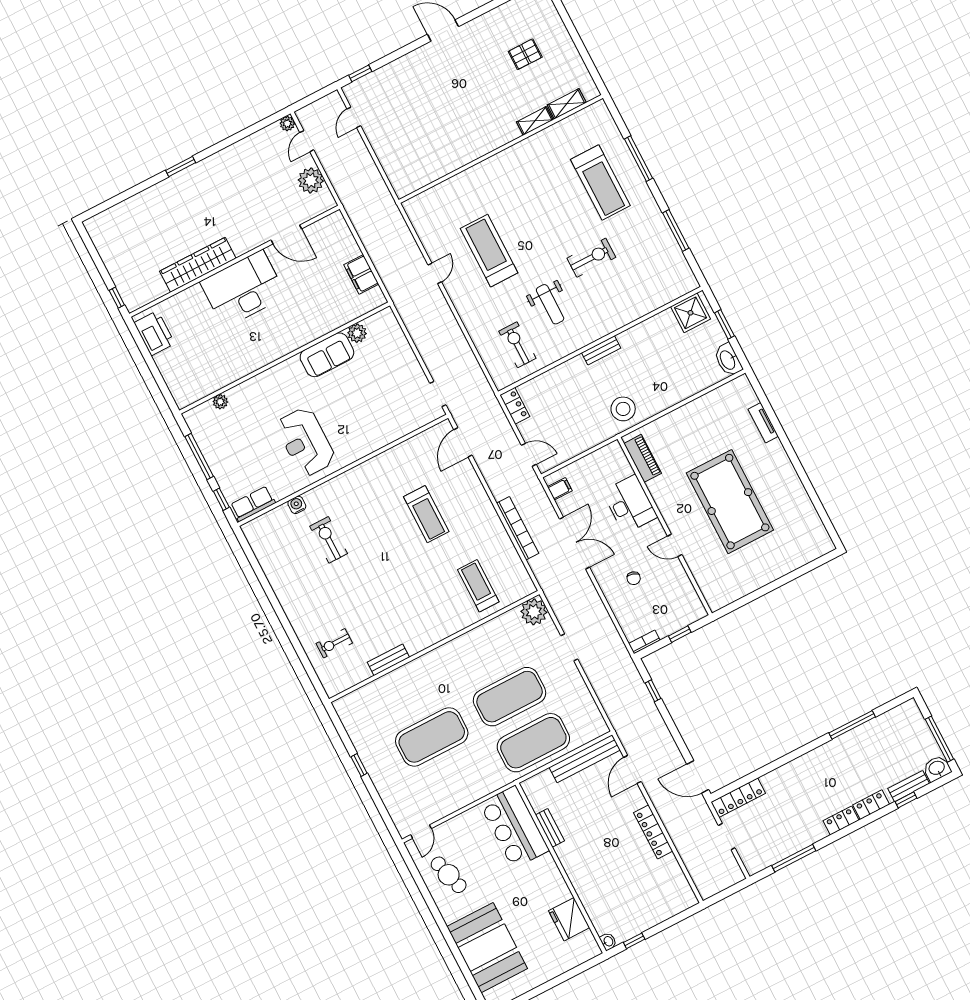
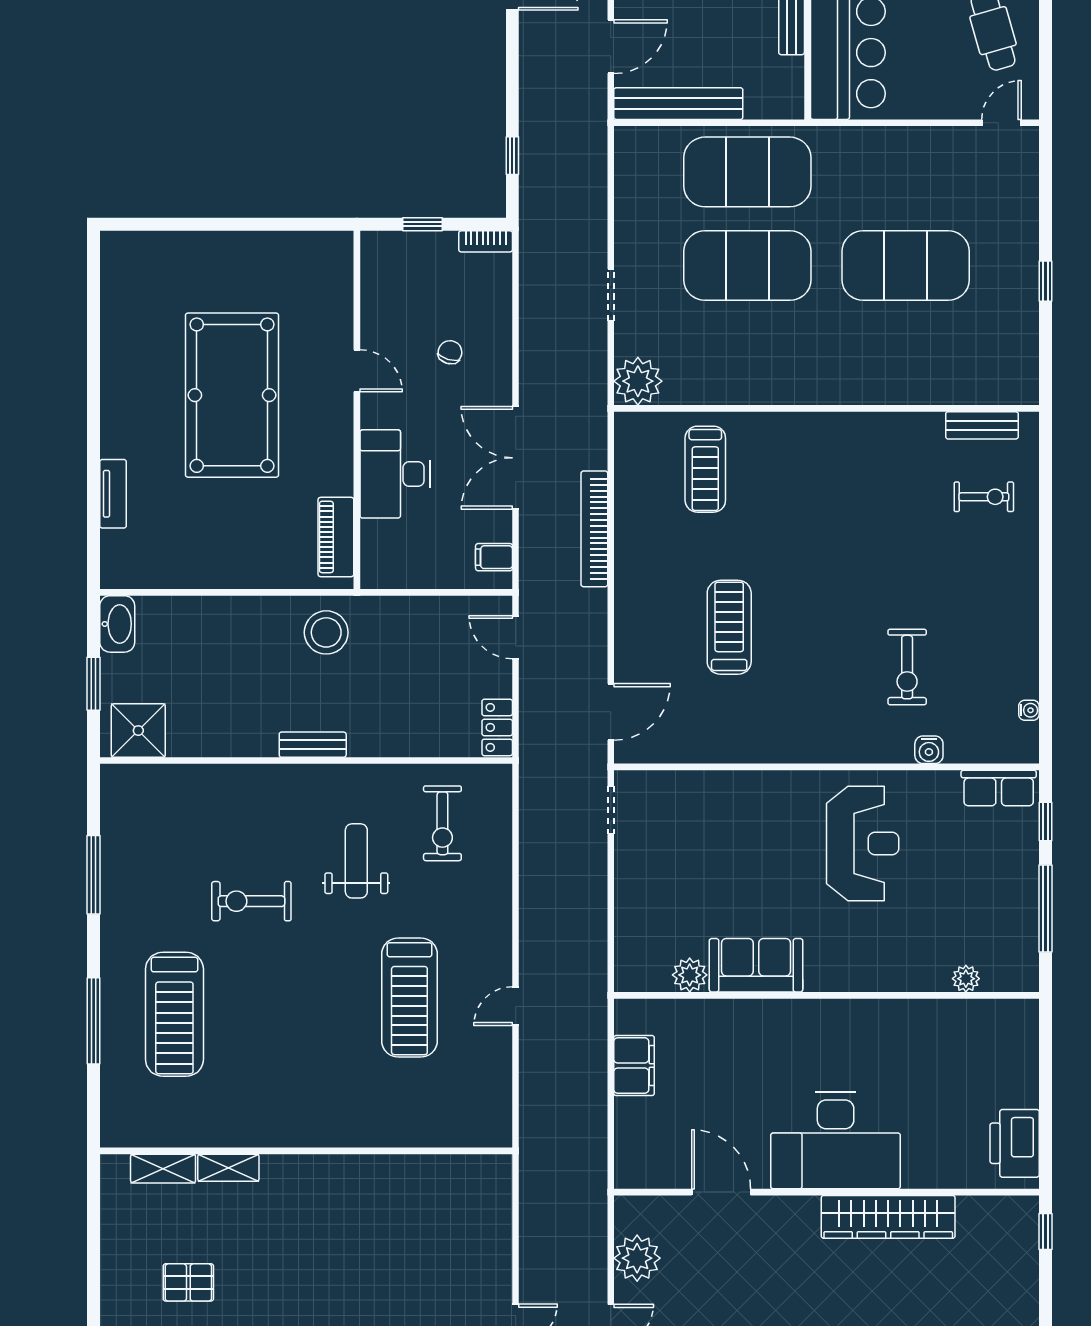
treadmill: (600, 183) -> (174, 1014), turned 180
water cooler: (258, 550) -> (1029, 710), added
bench: (388, 660) -> (982, 425), moved

